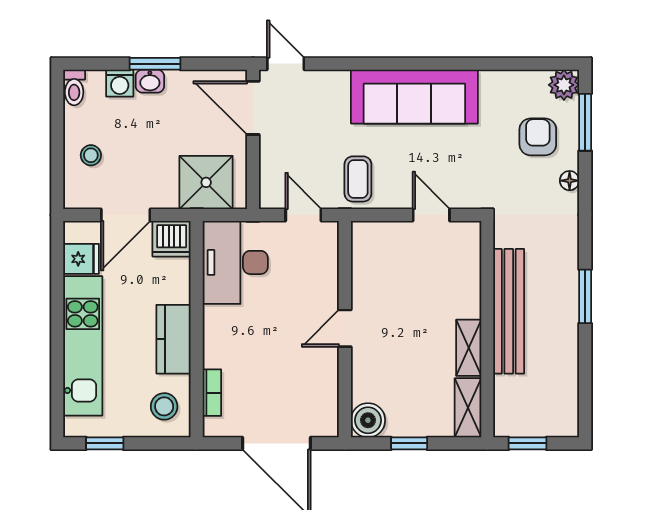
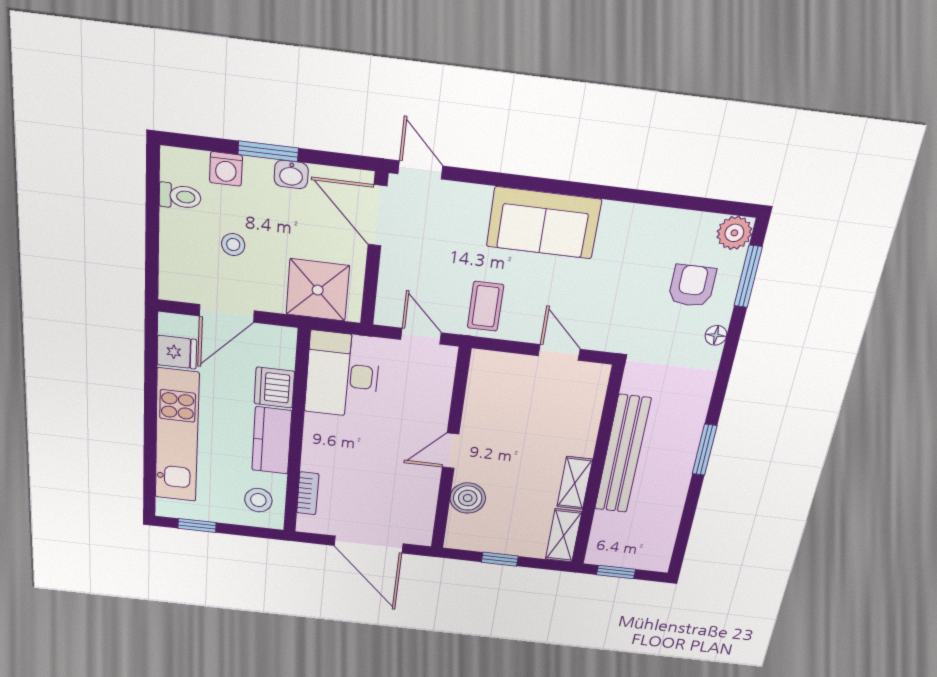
washbasin: (150, 81) -> (291, 174), moved
toilet: (74, 87) -> (180, 196), moved, turned -90
sofa: (414, 97) -> (544, 223), width x0.73
stool: (91, 155) -> (233, 245), moved
dishwasher: (172, 239) -> (274, 388), moved, turned 90
boiler: (368, 420) -> (468, 498), moved

